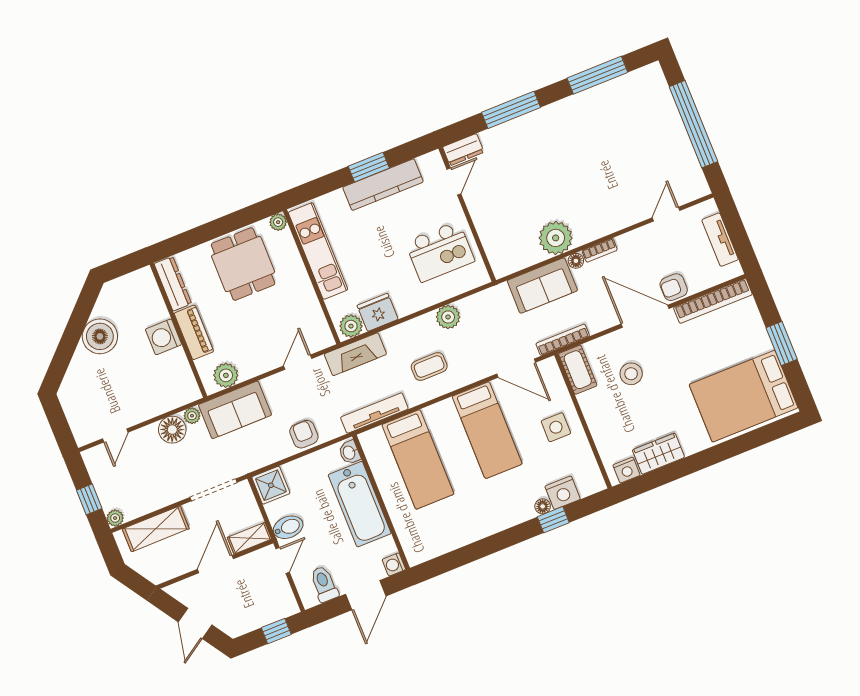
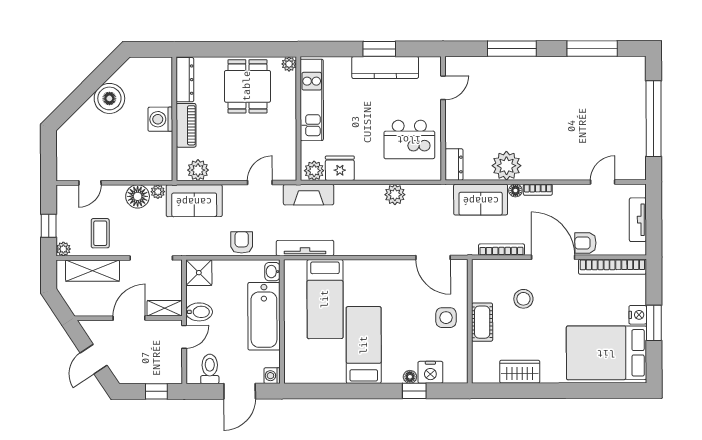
dresser: (463, 150) -> (454, 164), moved, turned -90
bookcase: (563, 340) -> (502, 250), moved
coffee table: (429, 367) -> (100, 233), moved, turned 90
cot: (578, 370) -> (482, 322), moved
bed: (487, 430) -> (364, 345), moved, turned 180
nightstand: (627, 470) -> (638, 315), moved, turned -90

